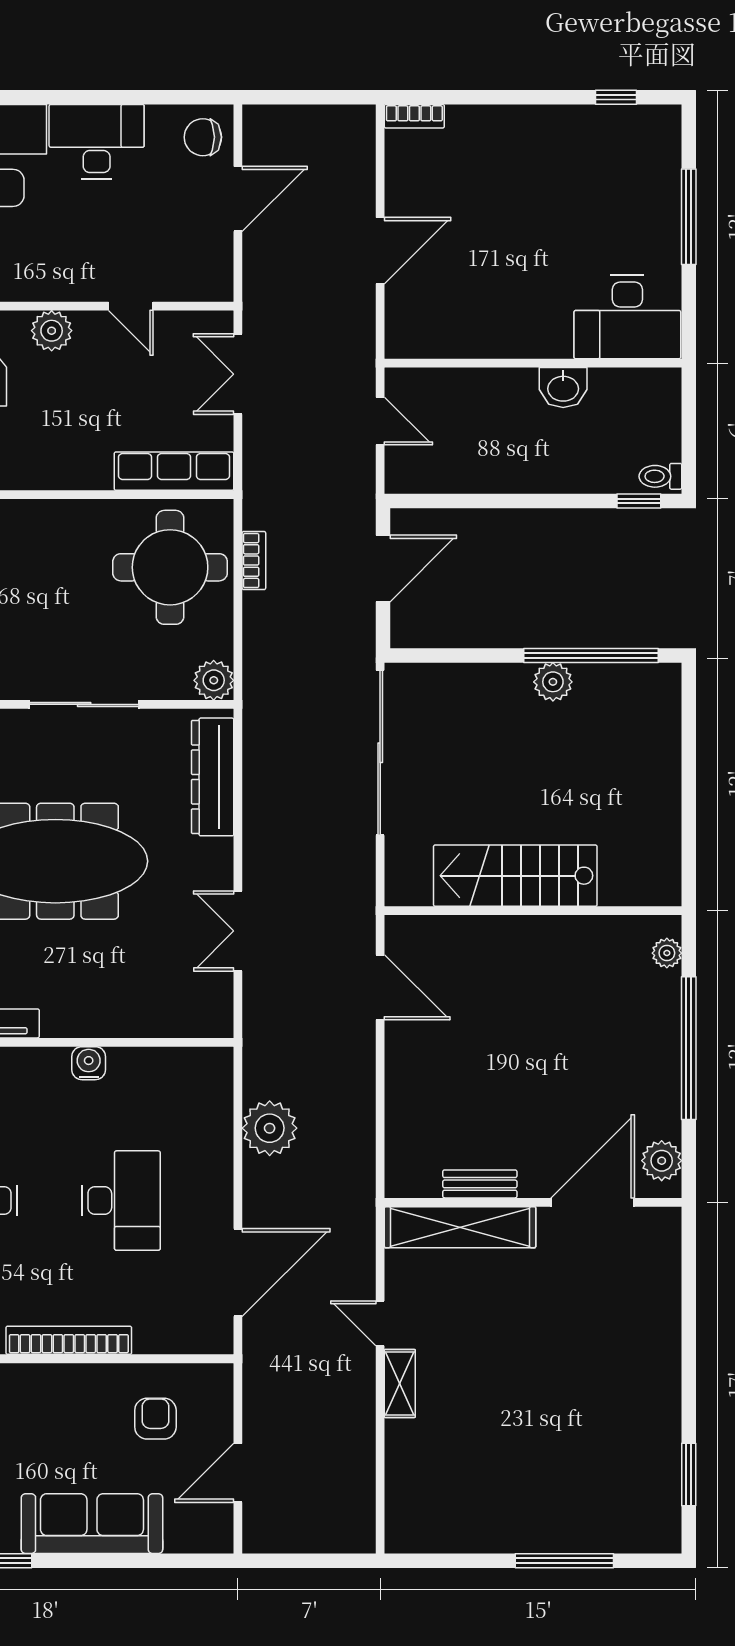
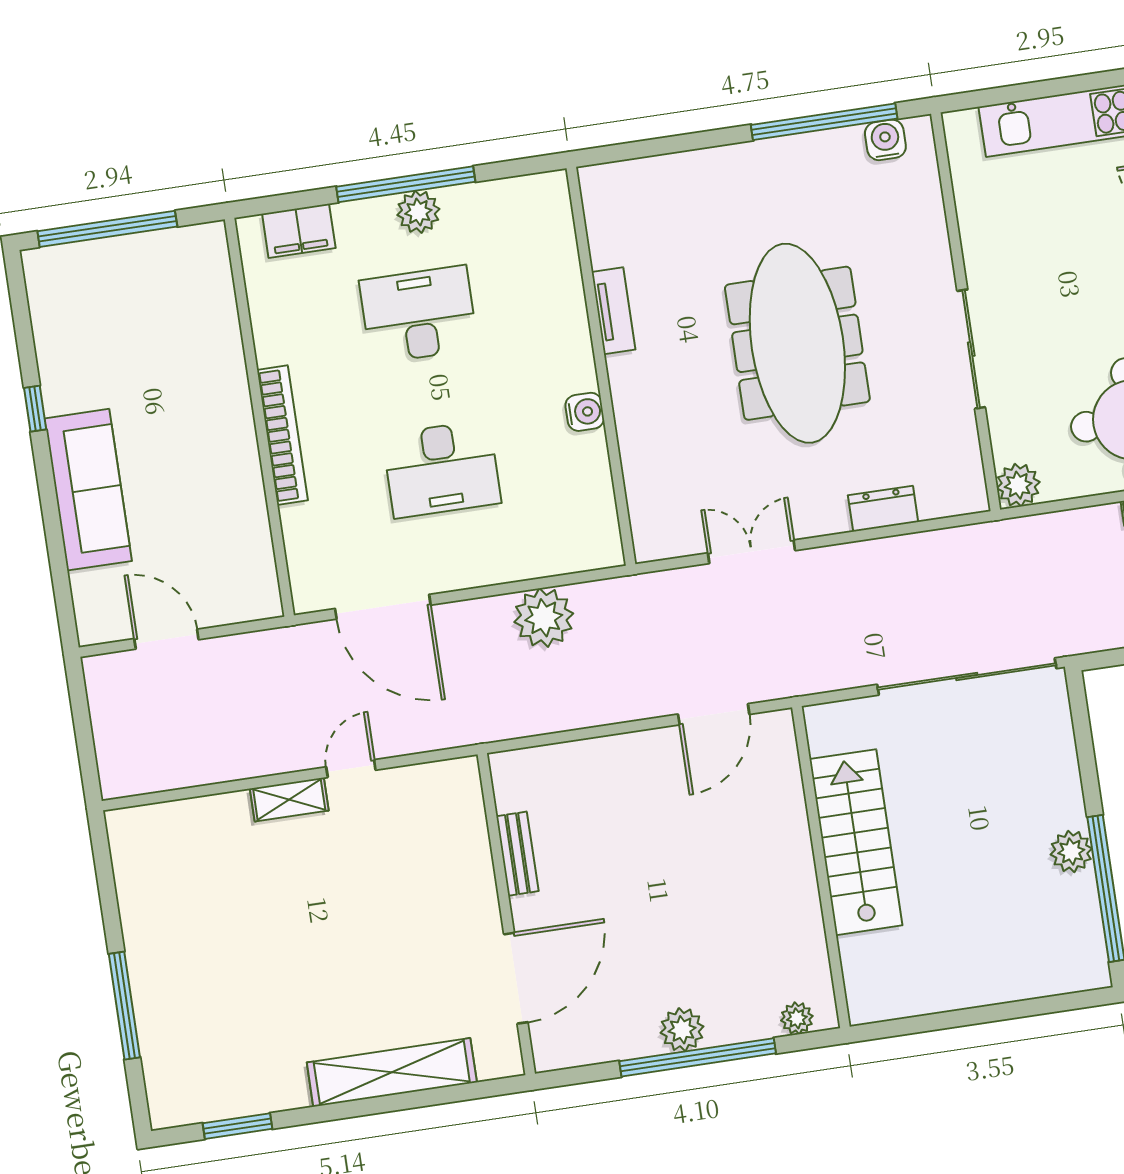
dresser: (213, 777) -> (883, 509), width x0.51, depth x0.80
plant: (662, 1161) -> (682, 1030), moved
door: (593, 1202) -> (516, 978), hinge flipped
shelving: (460, 1227) -> (392, 1072), moved, turned 90
armchair: (155, 1419) -> (212, 541), removed

